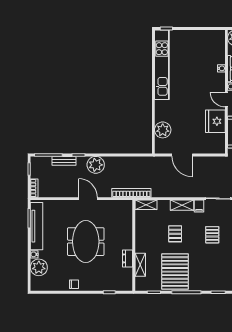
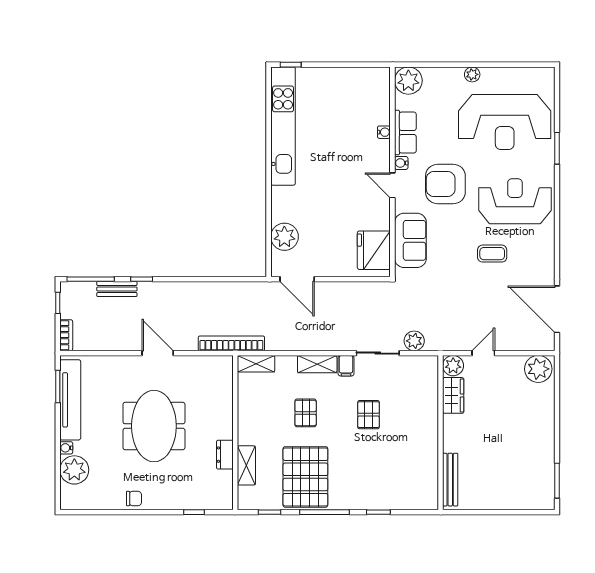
fridge: (215, 121) -> (374, 250), moved
door: (182, 155) -> (297, 279), moved
plant: (96, 165) -> (171, 296), removed

